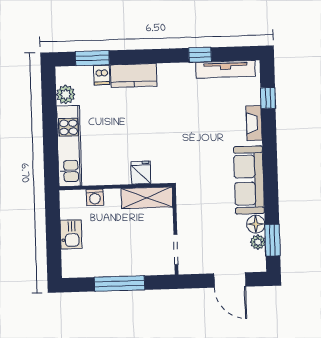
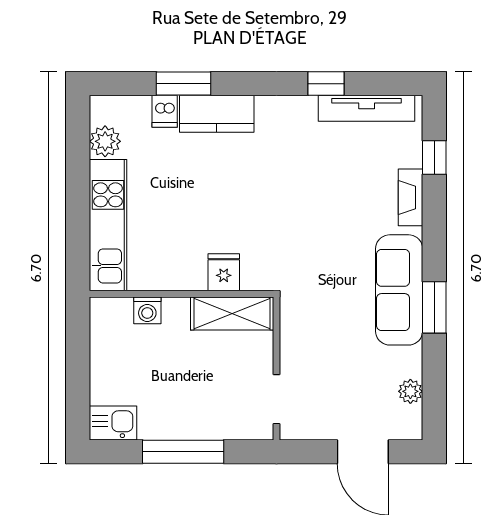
window: (92, 58) -> (183, 84), moved
floor lamp: (256, 224) -> (408, 362), removed
kitchen sink: (71, 234) -> (113, 423), moved, turned -90
window: (272, 240) -> (434, 307), moved

